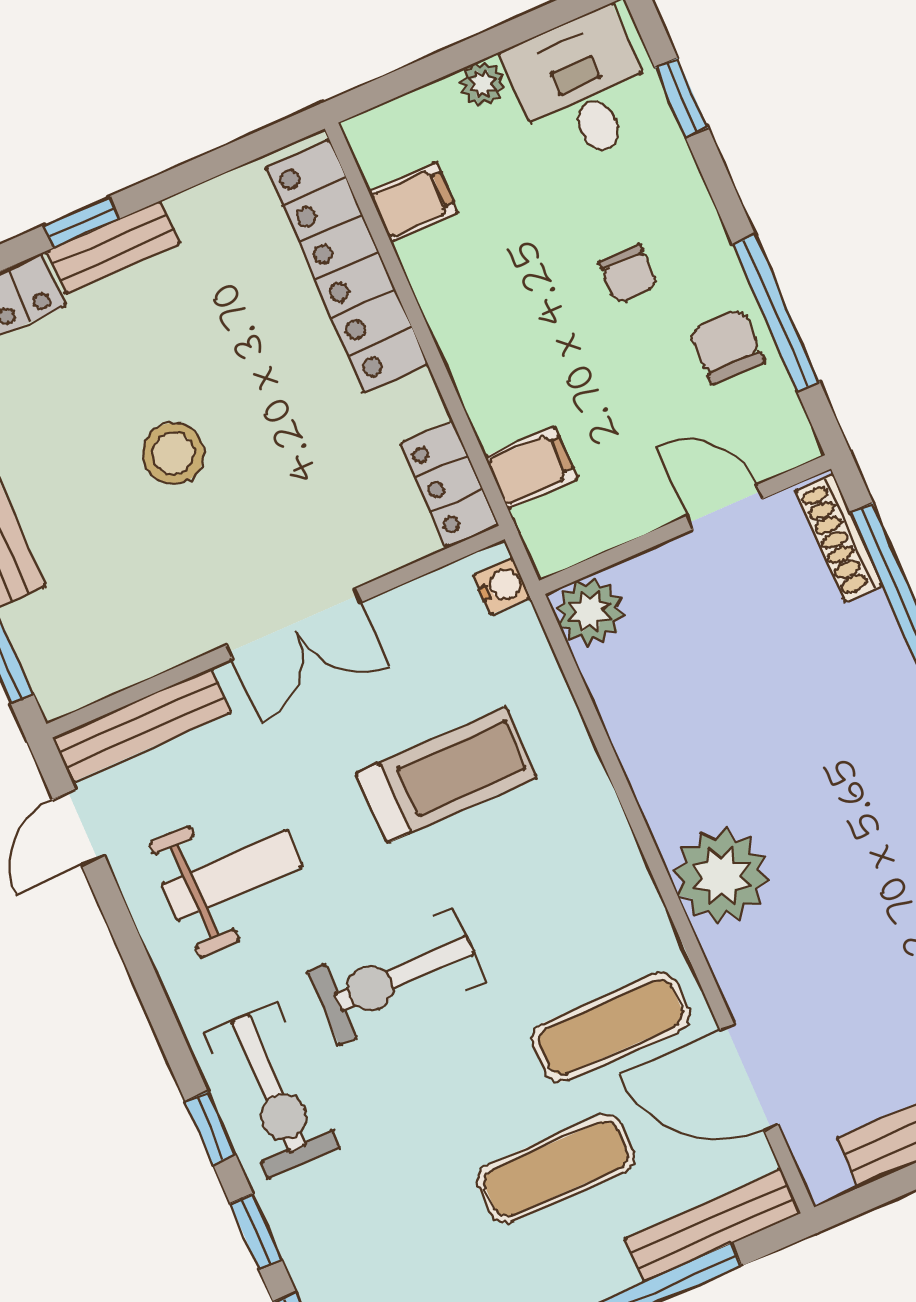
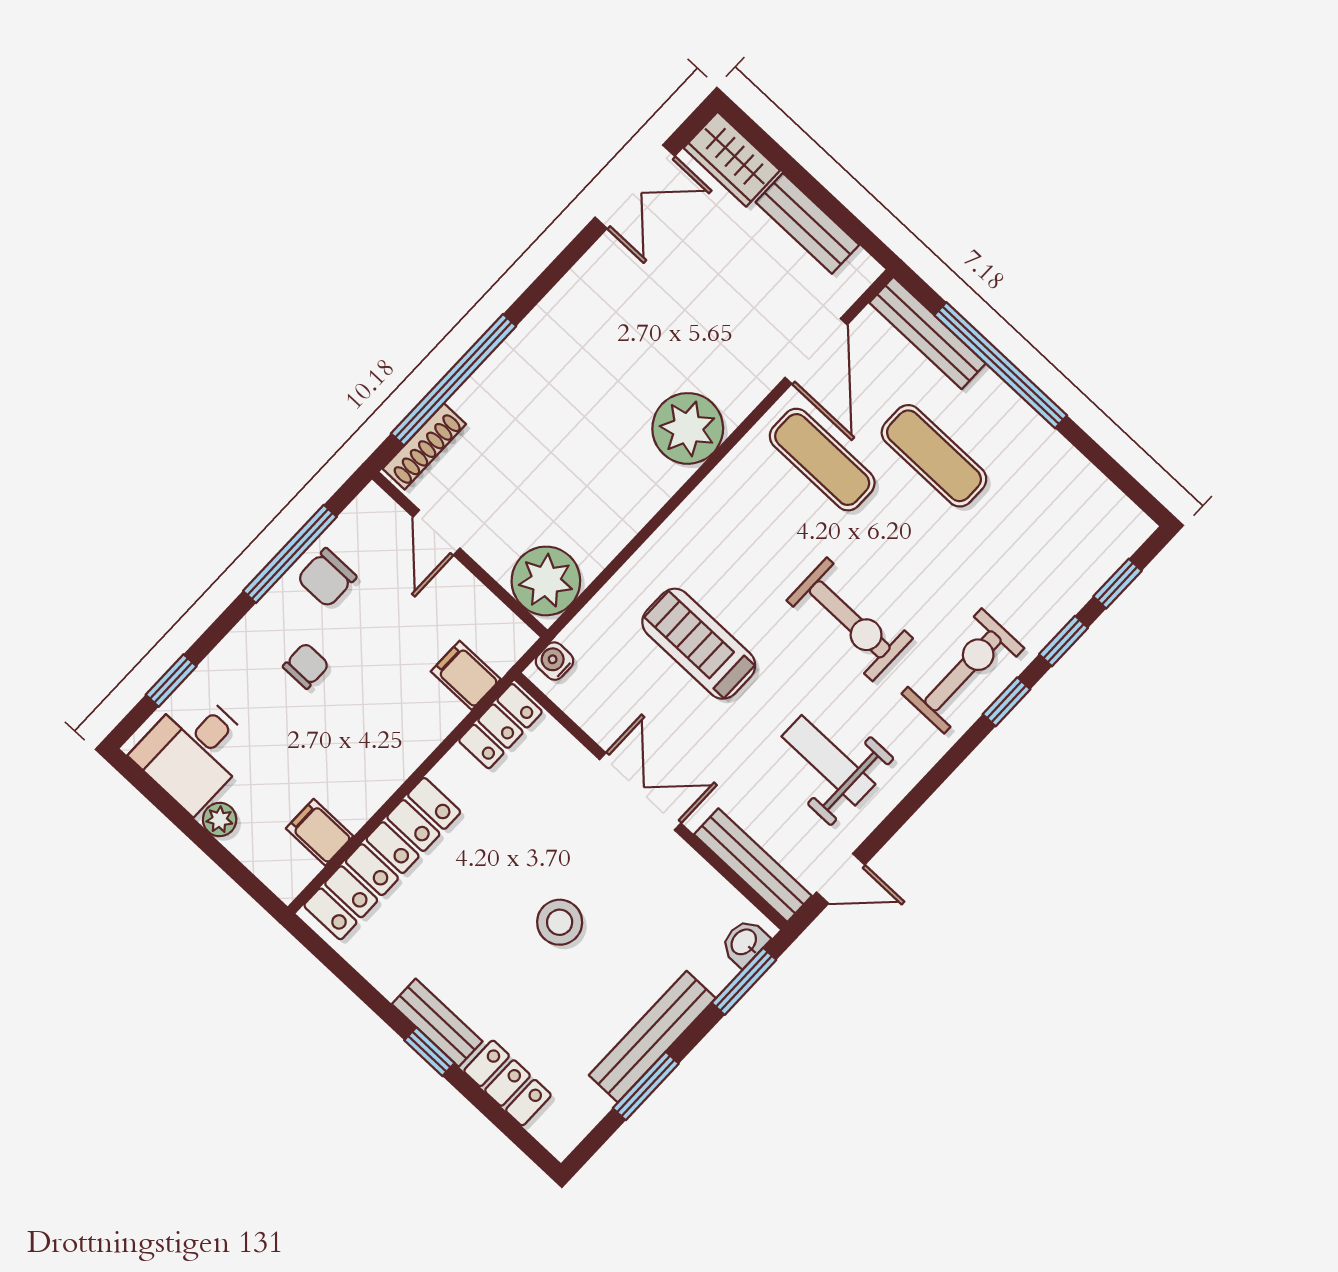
plant: (590, 612) -> (546, 581), width x1.36, depth x1.36
washbasin: (50, 673) -> (744, 943), added

